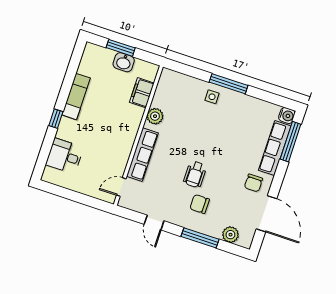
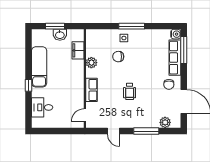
exam couch: (76, 96) -> (39, 67), width x1.36, depth x1.45
row of seats: (142, 155) -> (92, 90), width x0.68
chair: (200, 204) -> (118, 57), moved

